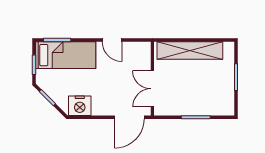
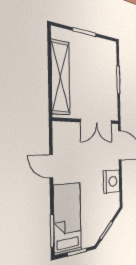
door: (112, 40) -> (51, 166), swing flipped
nightstand: (80, 106) -> (112, 181), moved

